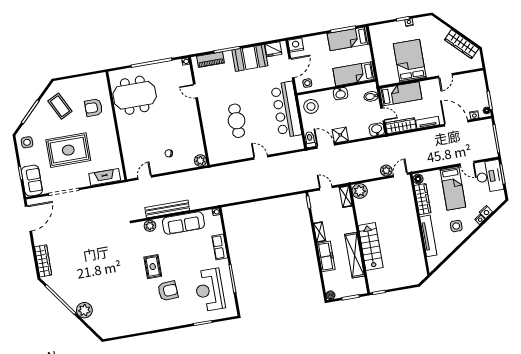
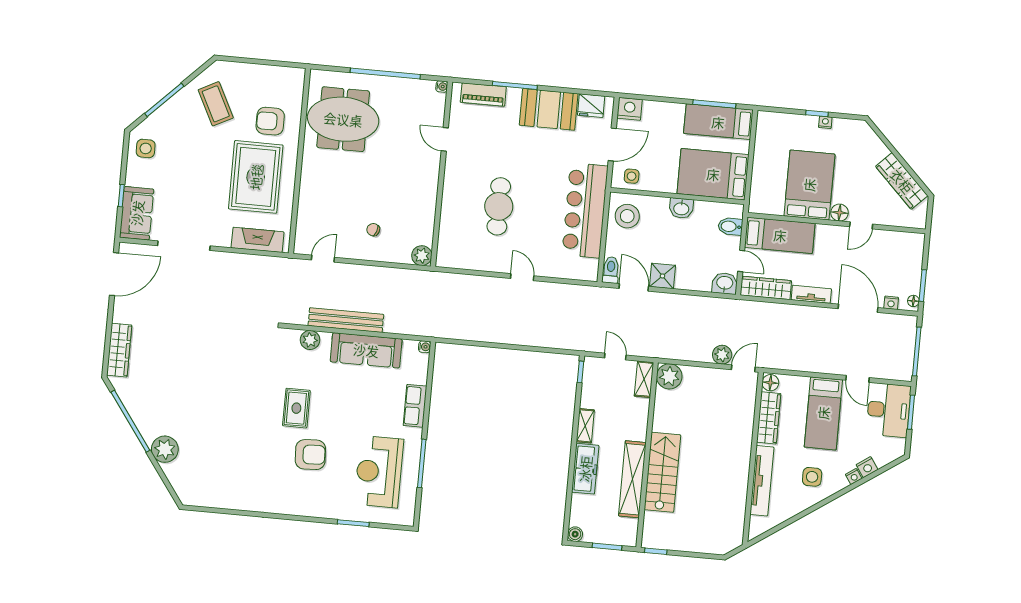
floor lamp: (431, 72) -> (840, 213), added
bed: (354, 74) -> (713, 174), width x1.50
rug: (68, 150) -> (256, 177), moved, turned 90

